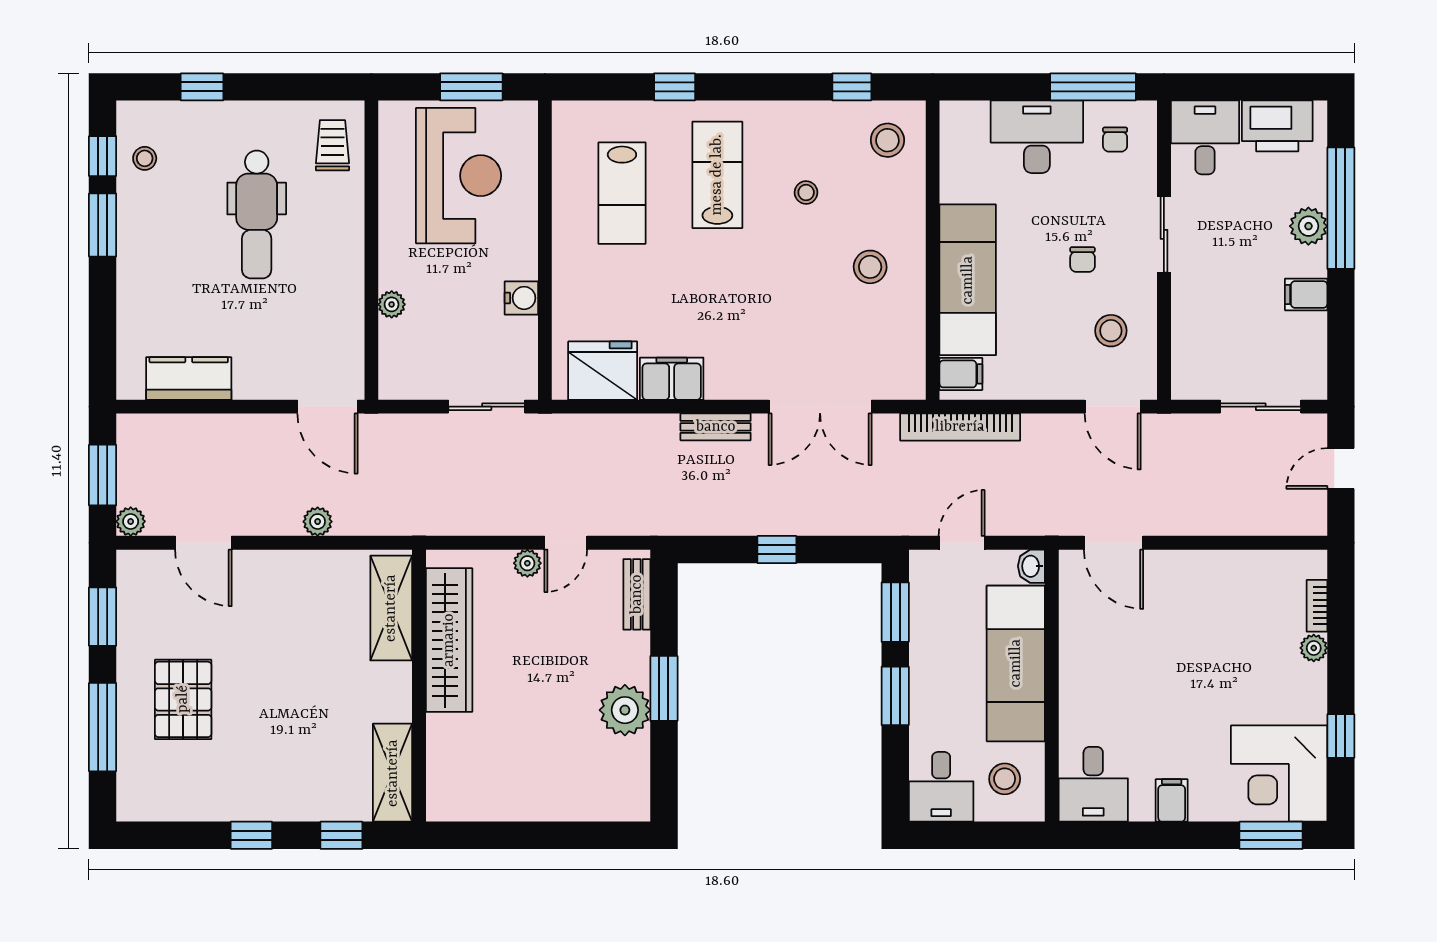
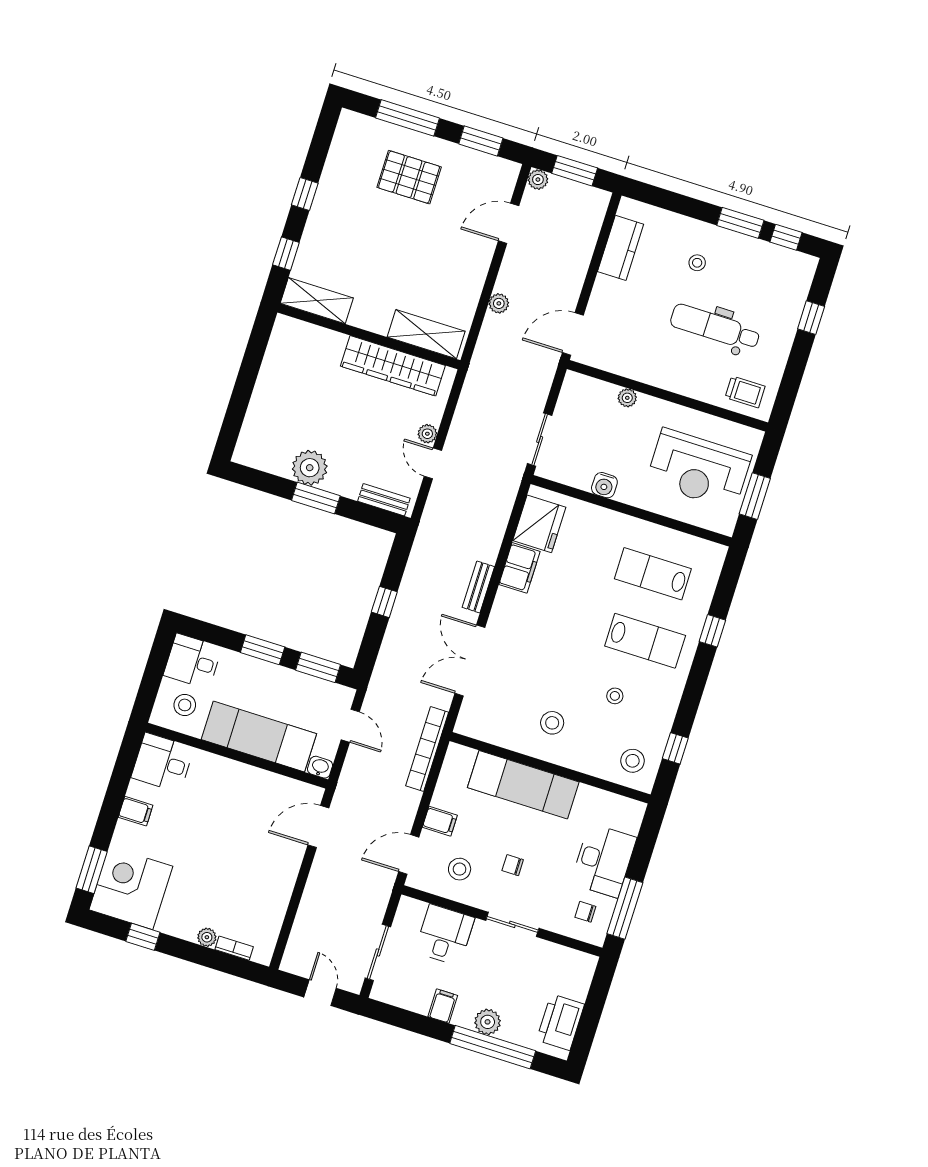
desk: (1205, 137) -> (445, 935), moved, turned -90
stool: (145, 158) -> (697, 263), moved
filing cabinet: (961, 374) -> (440, 821), moved, turned -90

